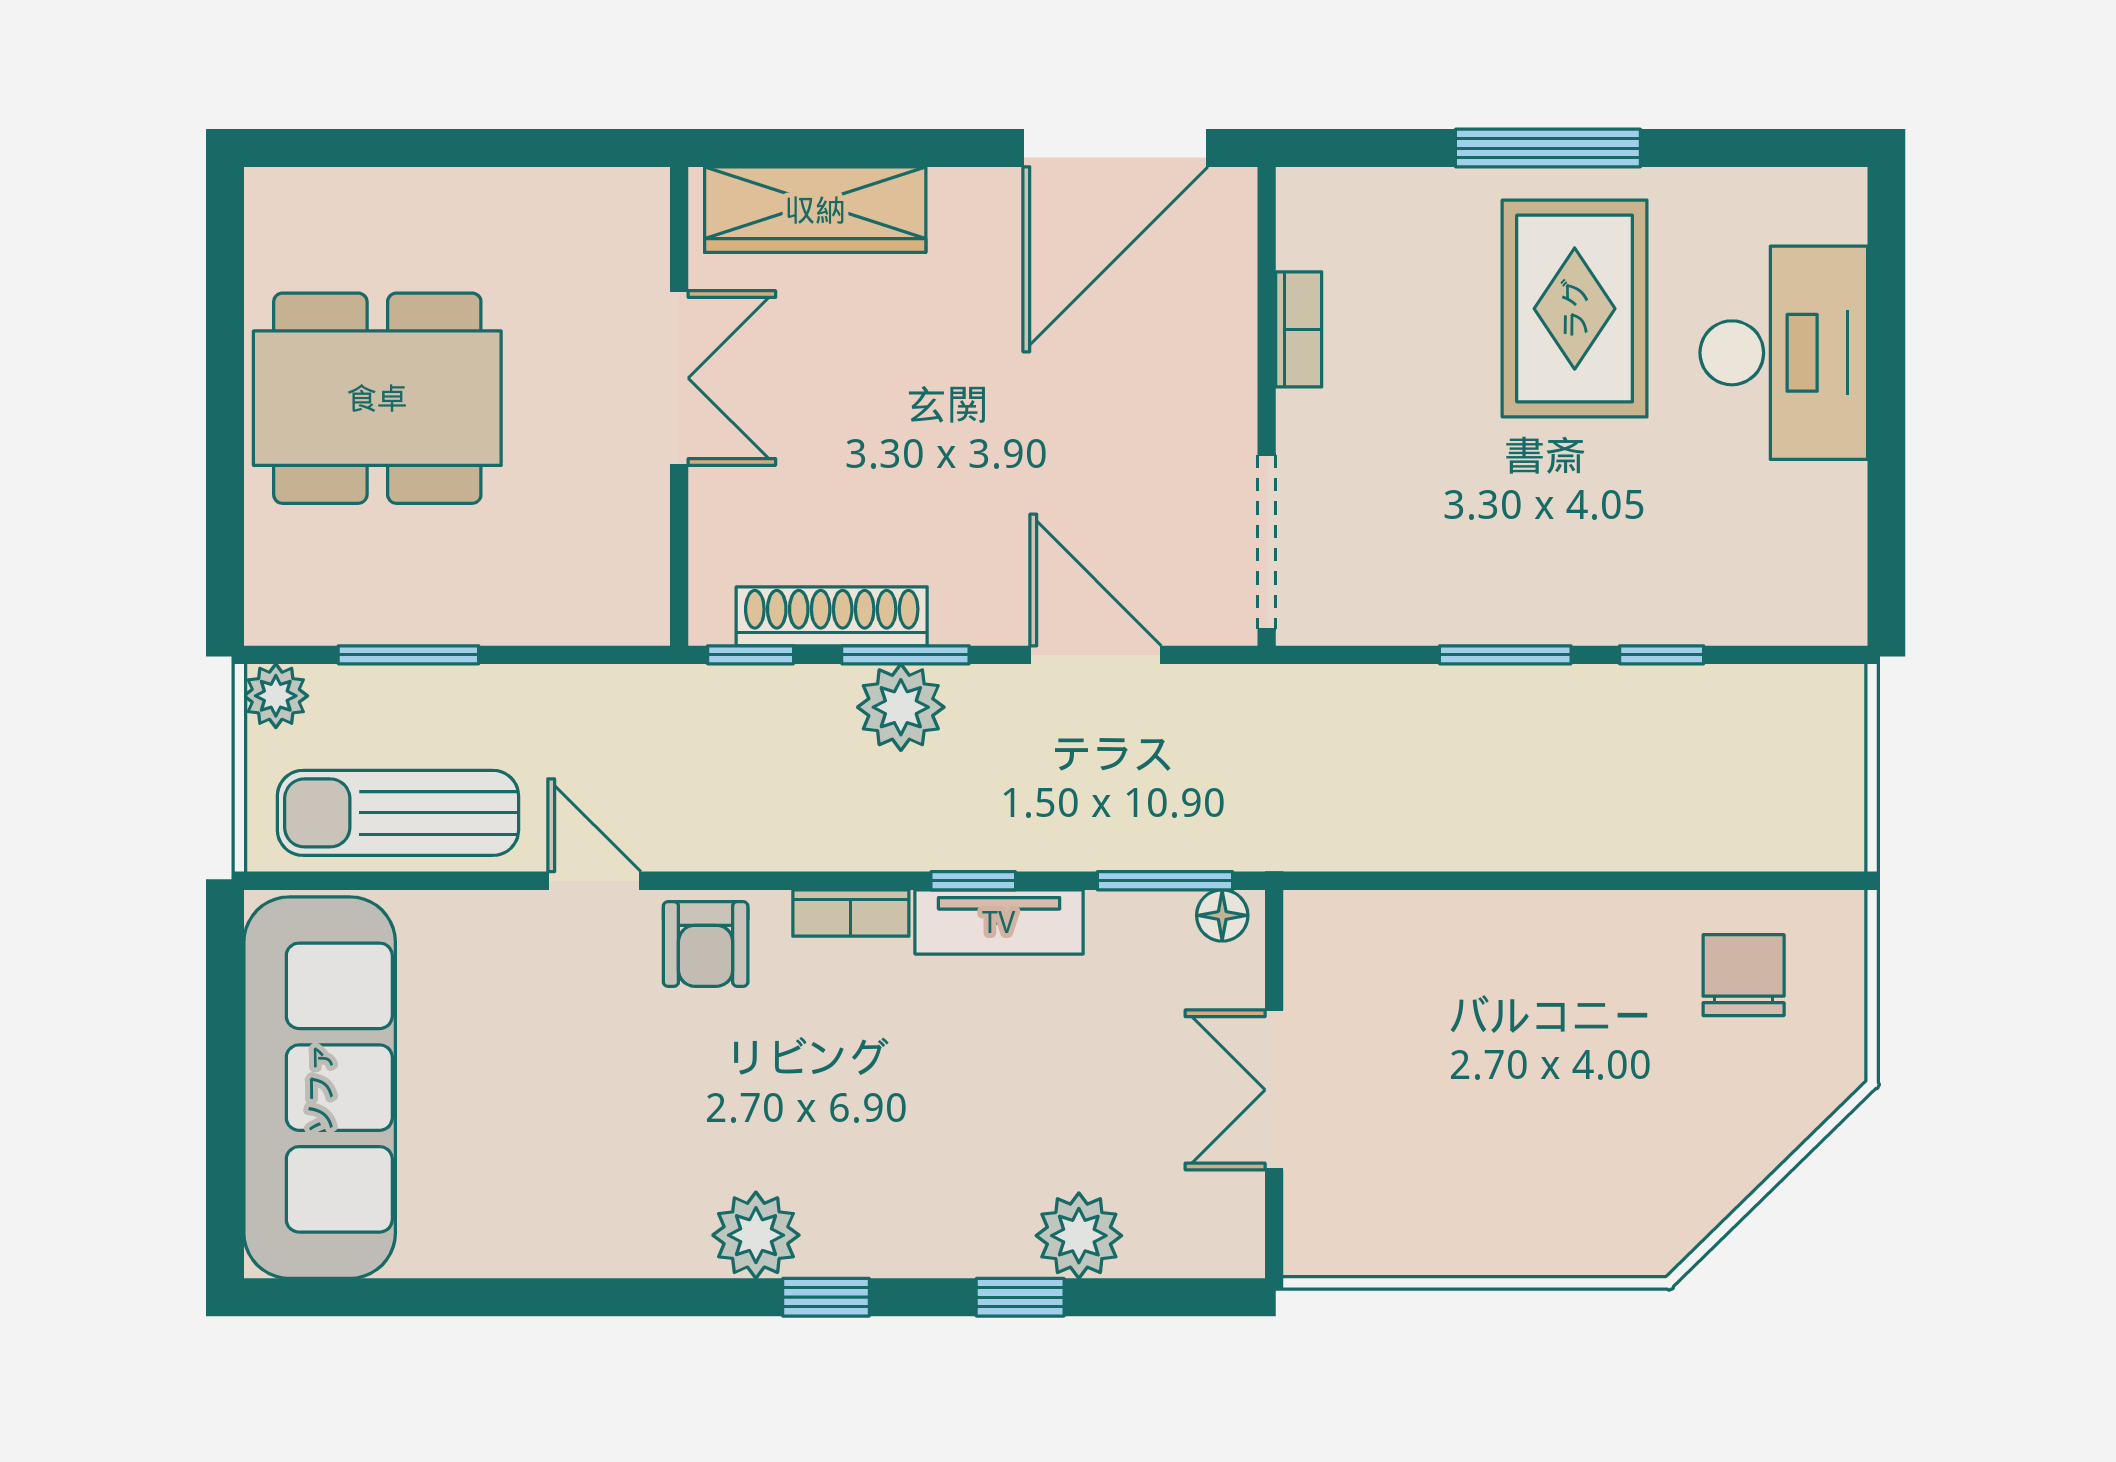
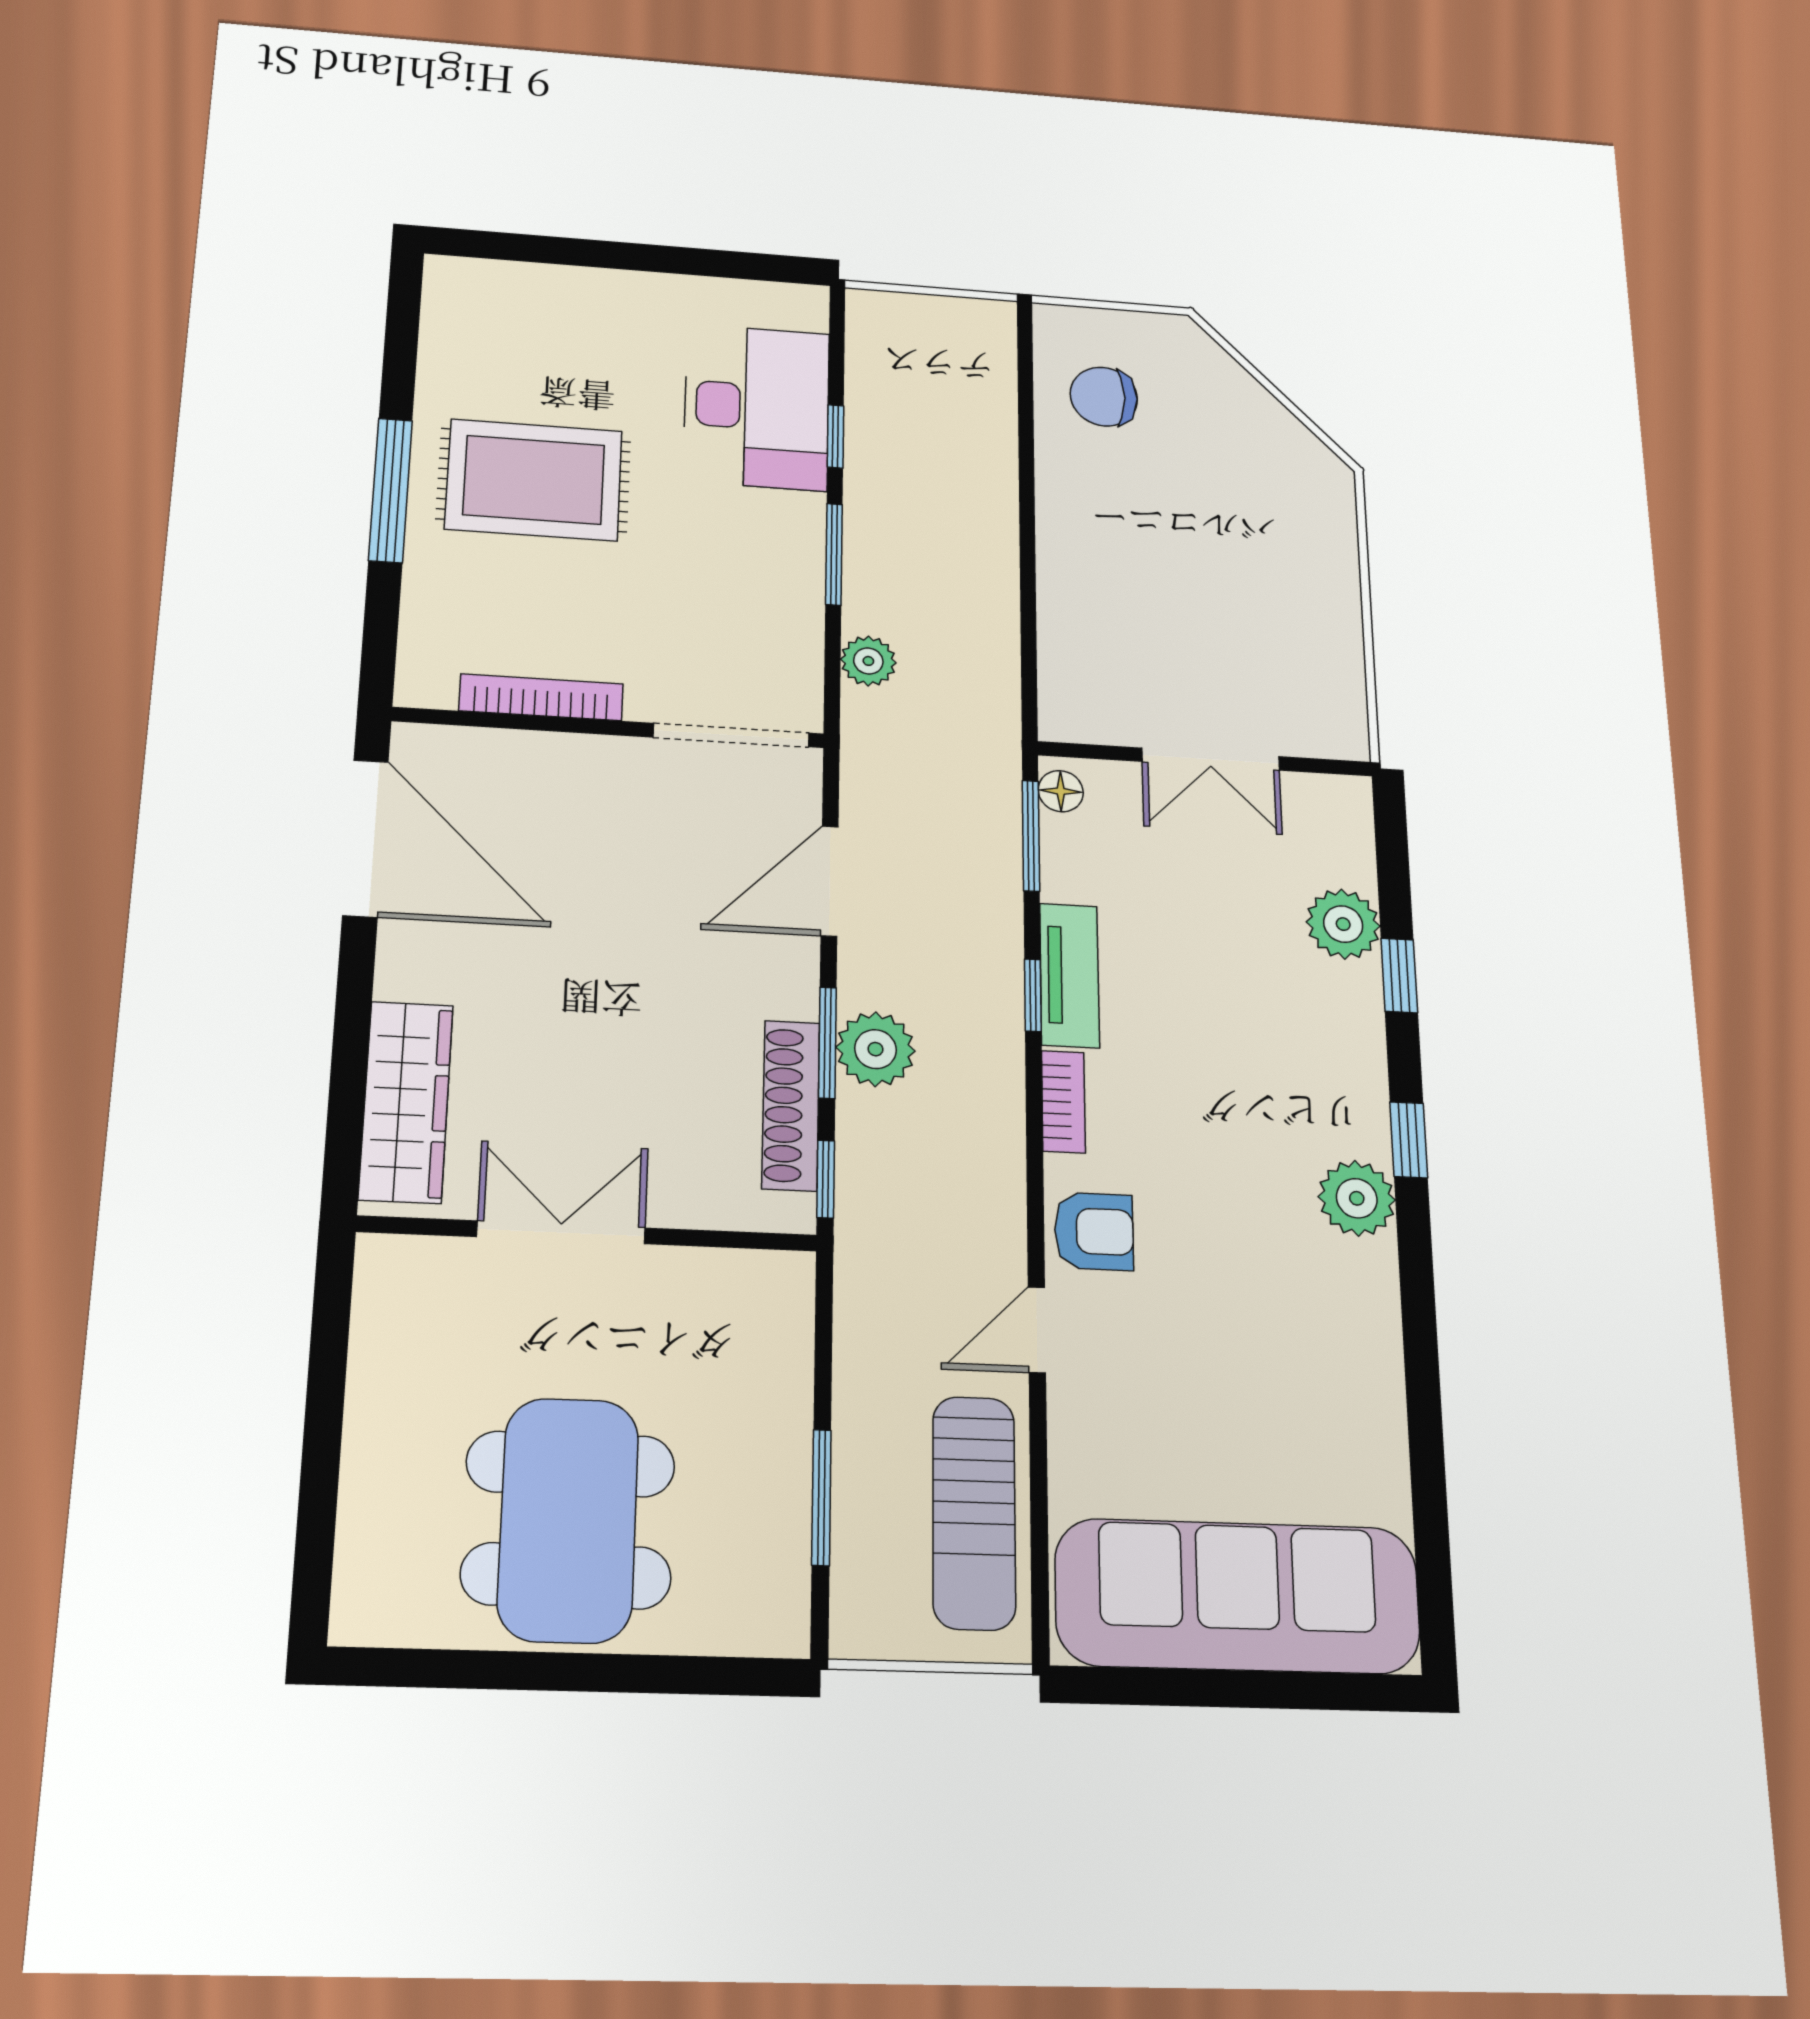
bookcase: (1299, 329) -> (541, 697), width x1.56
desk: (1784, 353) -> (757, 407), moved, turned 90
plant: (276, 696) -> (868, 661), moved

